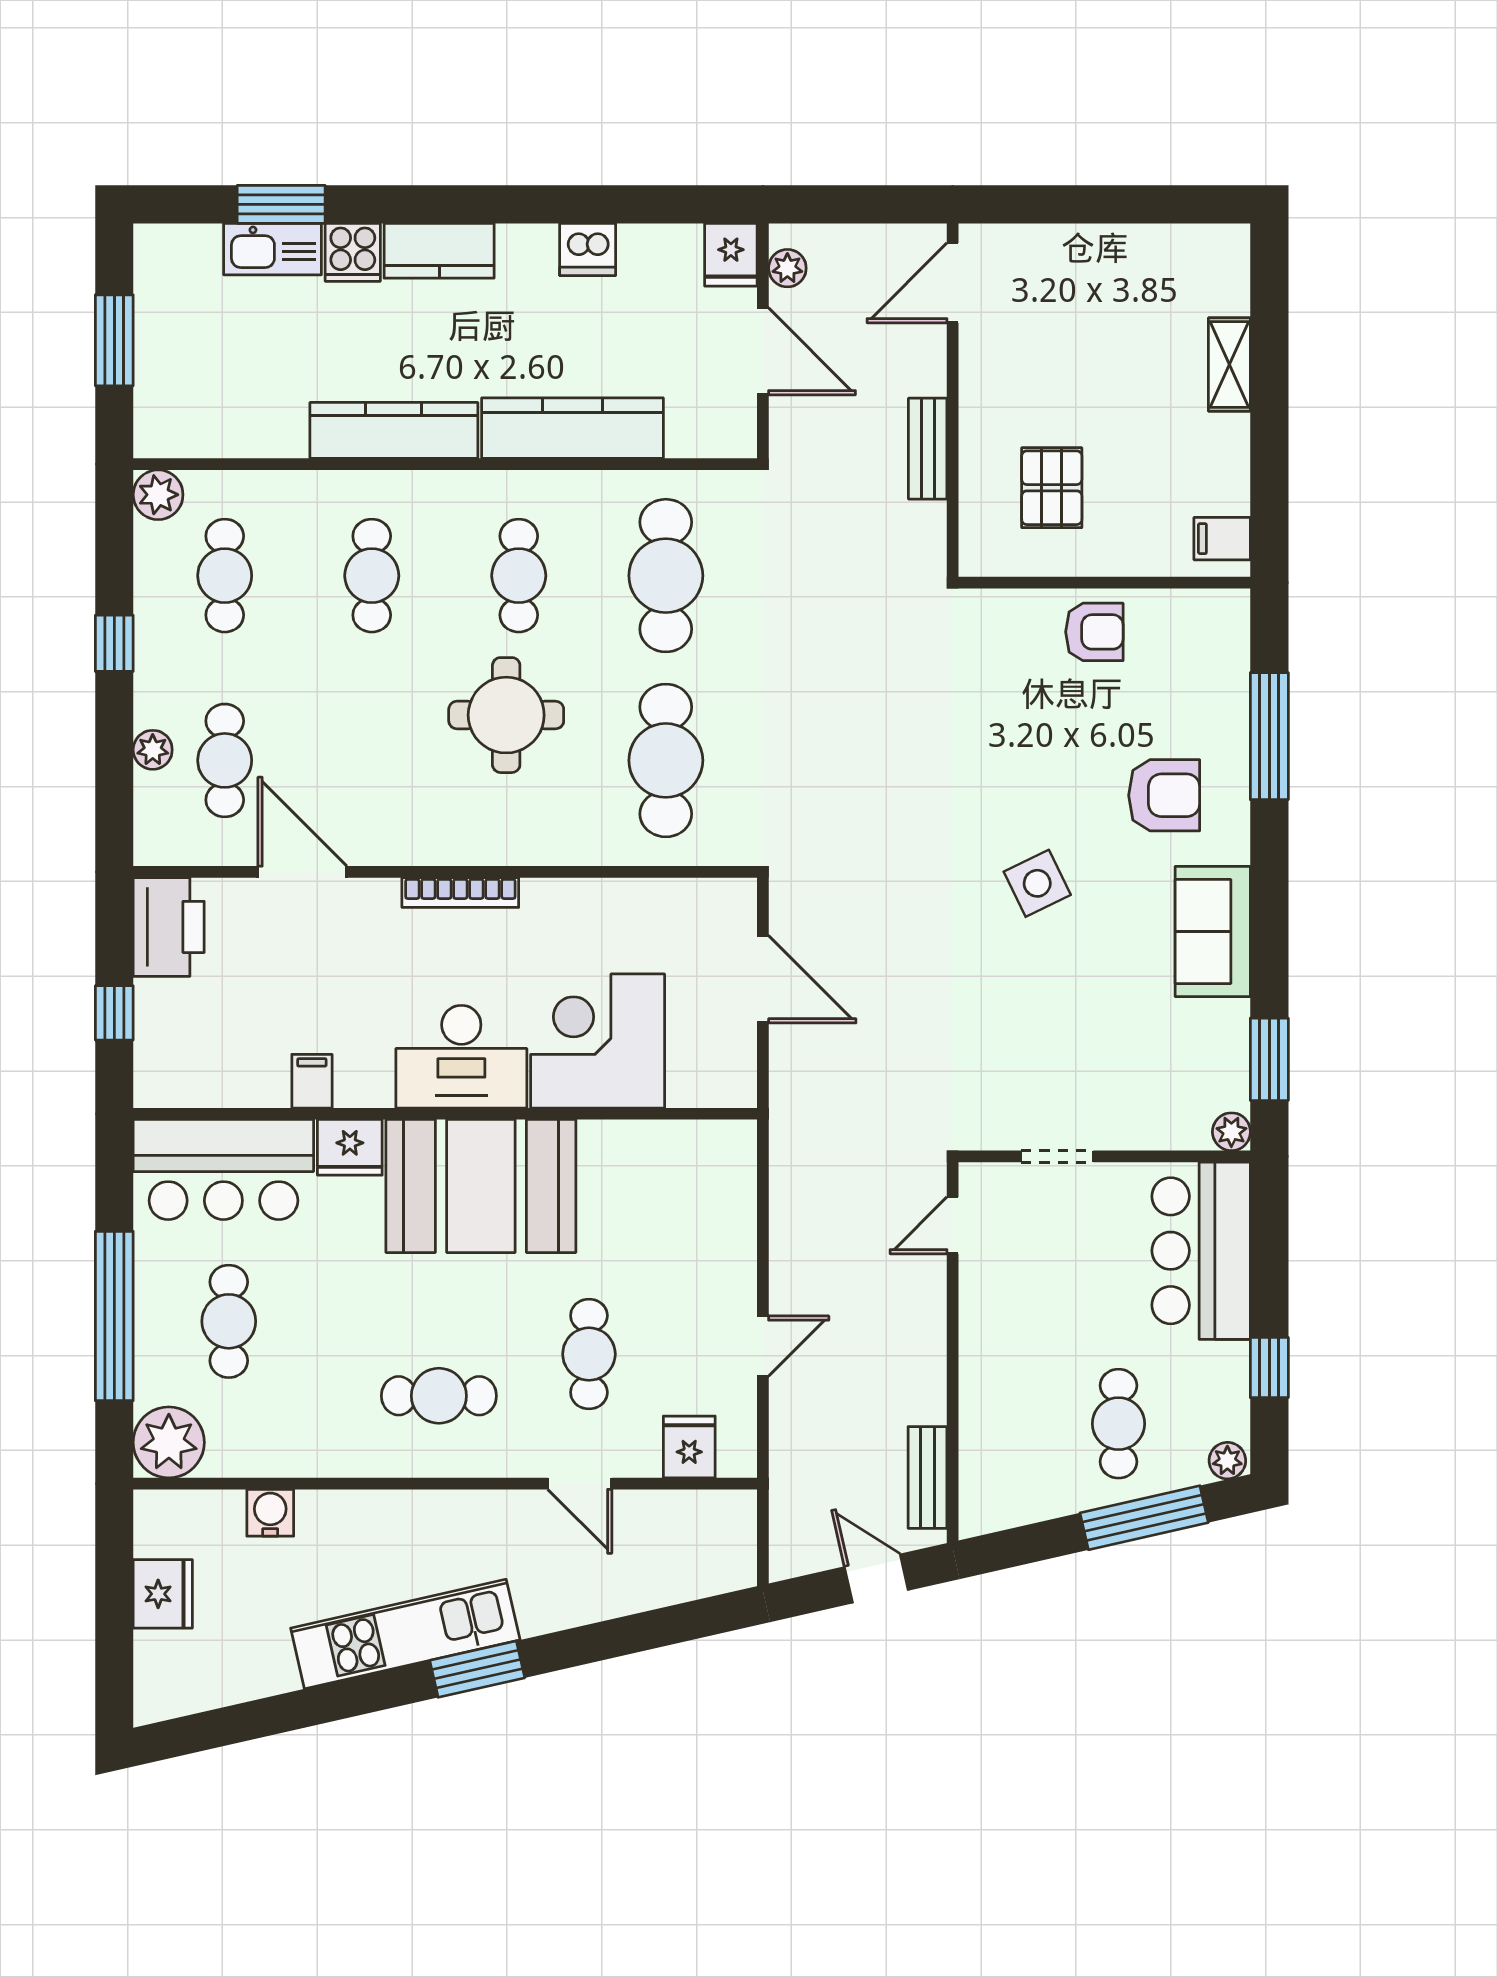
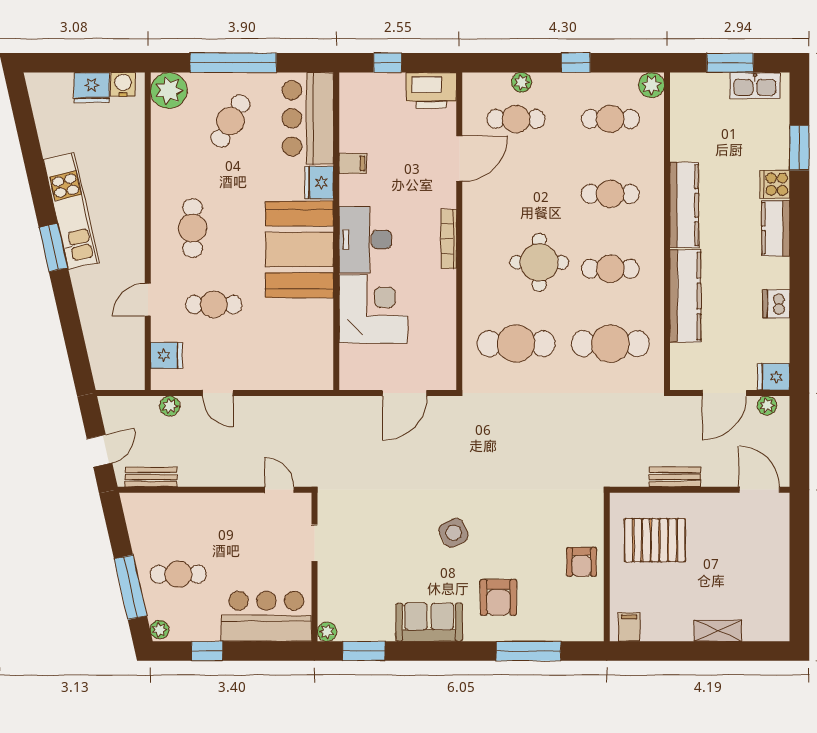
kitchen sink: (273, 249) -> (755, 86), moved, turned -90
pallet: (1052, 488) -> (655, 540), width x1.50, depth x1.42
cafe table: (229, 1321) -> (230, 121), turned -60
plant: (788, 1440) -> (170, 406), added
water cooler: (270, 1513) -> (123, 84), moved, turned -90

